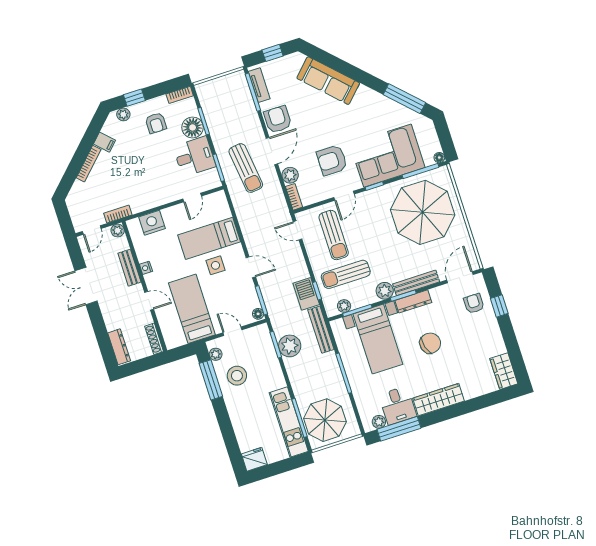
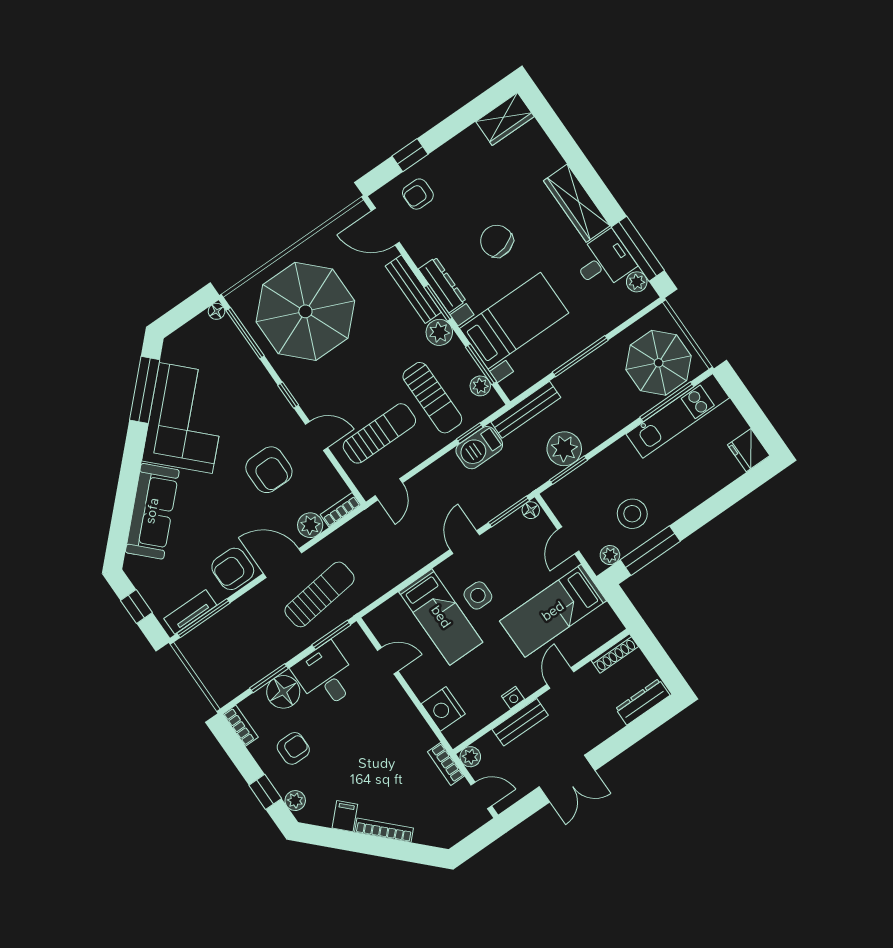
corner sofa: (387, 156) -> (186, 418), moved, turned -135

